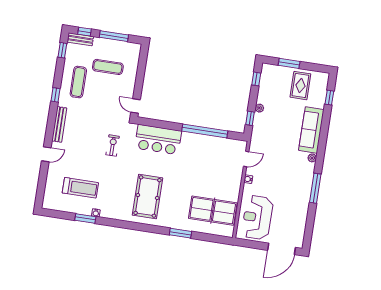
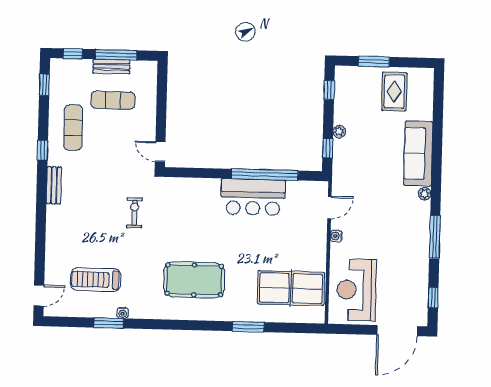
bench: (80, 39) -> (111, 67), moved
window: (329, 98) -> (433, 298), moved
bench: (59, 124) -> (54, 185), width x0.73
bar counter: (158, 140) -> (253, 197), moved
door: (46, 154) -> (39, 296), moved
treadmill: (80, 188) -> (96, 280), turned 180
pool table: (148, 197) -> (194, 280), turned 90

